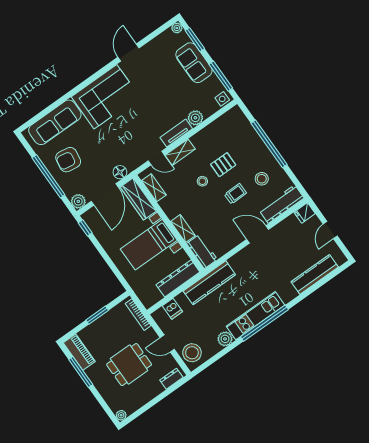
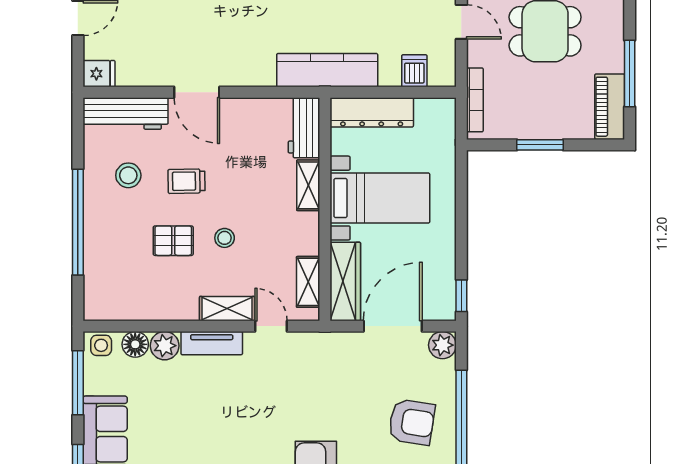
floor lamp: (120, 172) -> (135, 344), moved

